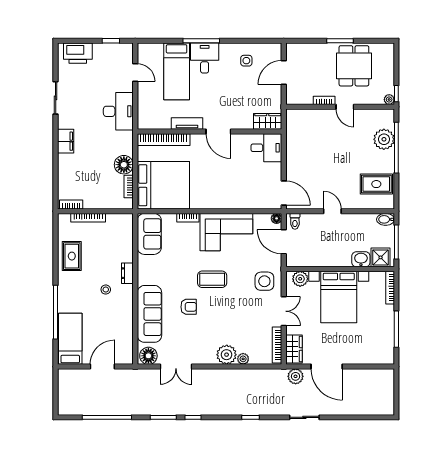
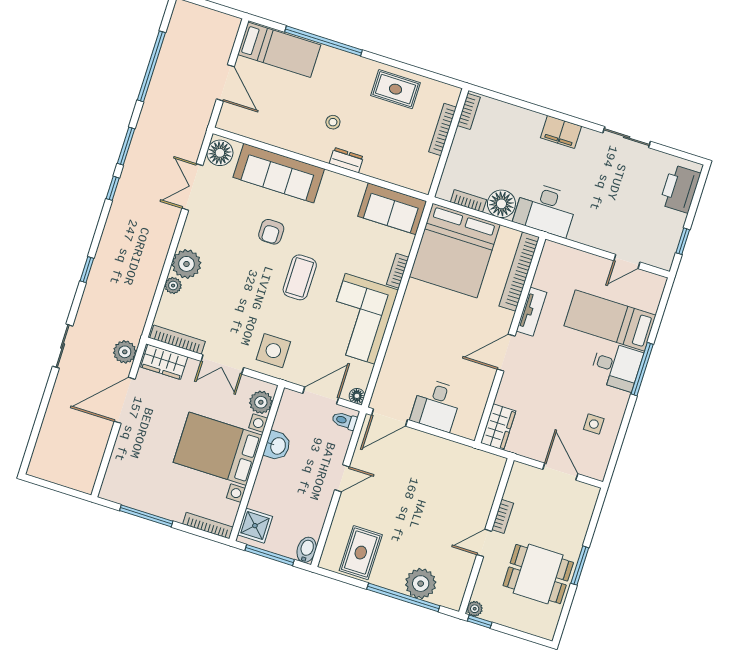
desk: (118, 111) -> (545, 209), moved
desk: (266, 148) -> (436, 405), moved
washbasin: (361, 259) -> (277, 446), moved

